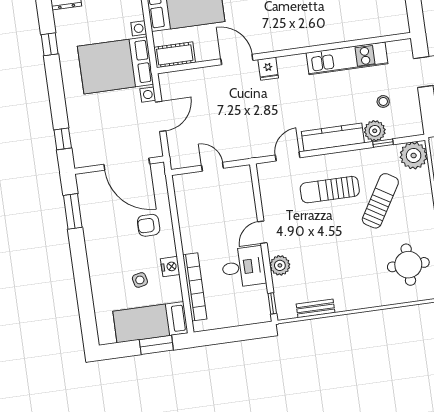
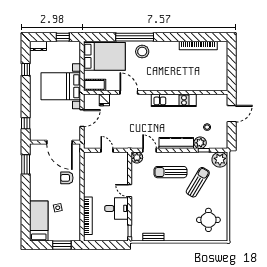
kitchen unit: (347, 58) -> (174, 100), moved
fridge: (268, 69) -> (104, 100), moved
door: (288, 156) -> (150, 150), hinge flipped
door: (262, 232) -> (130, 191), hinge flipped
plant: (280, 265) -> (137, 157), moved
nightstand: (170, 267) -> (76, 203), removed
bed: (150, 322) -> (39, 221), moved, turned 90

